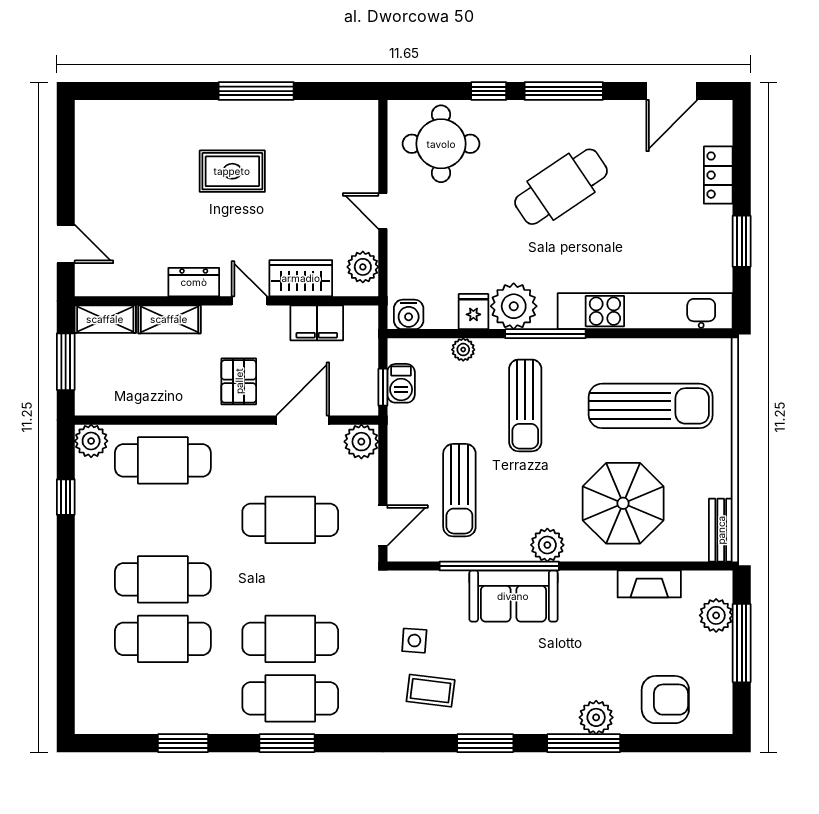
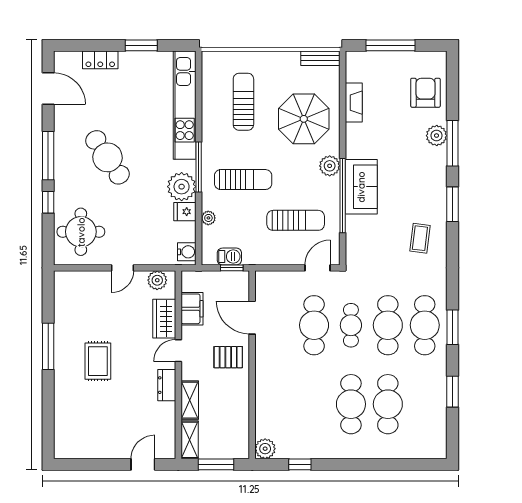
sun lounger: (651, 406) -> (243, 102), width x0.73, depth x0.75
plant: (361, 442) -> (266, 281), removed
cafe table: (163, 460) -> (351, 325), moved, width x0.73, depth x0.74
door: (383, 525) -> (318, 268), hinge flipped
plant: (716, 615) -> (373, 61), removed
side table: (414, 641) -> (389, 248), removed

